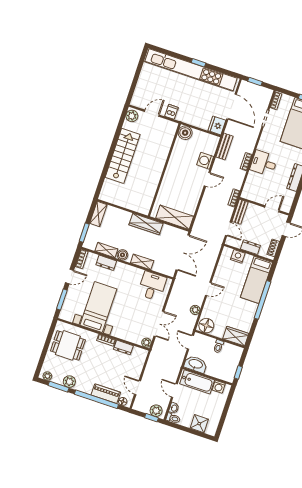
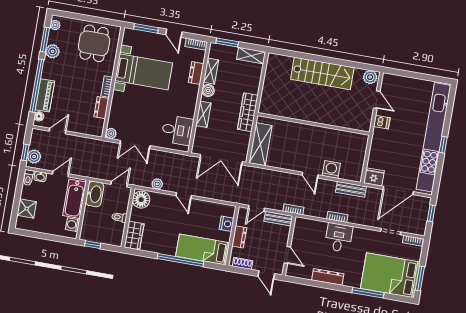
boiler: (185, 133) -> (360, 141), removed

